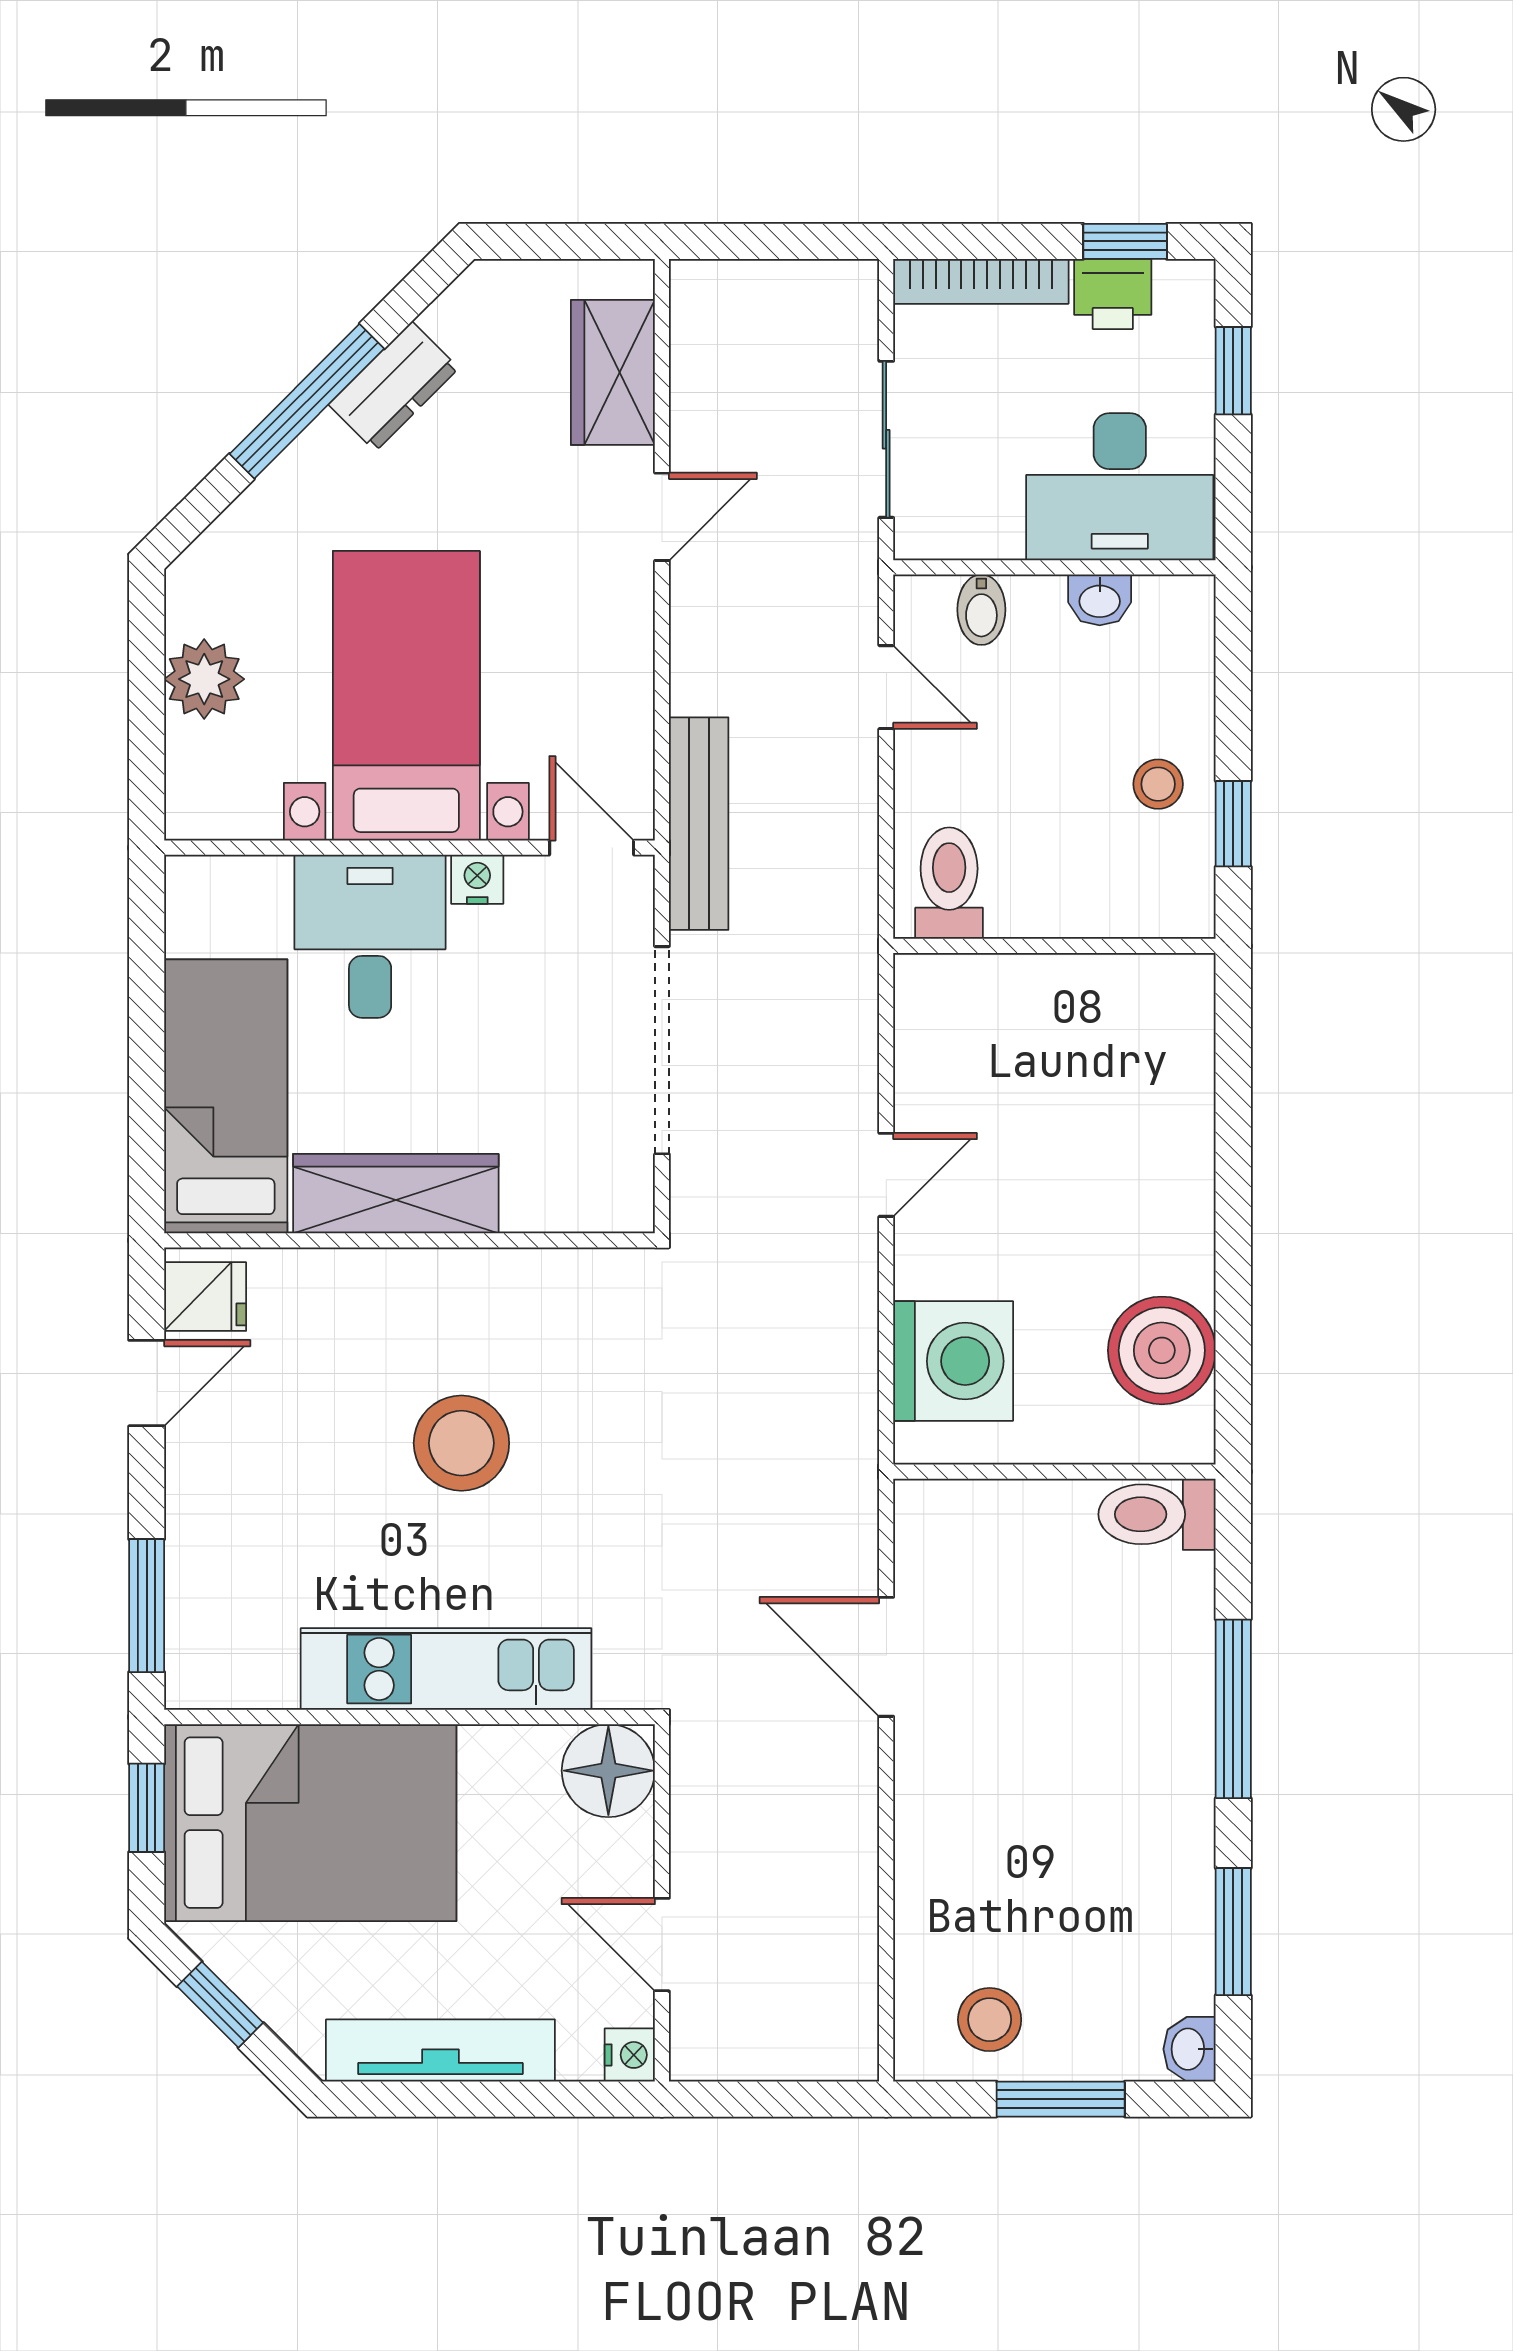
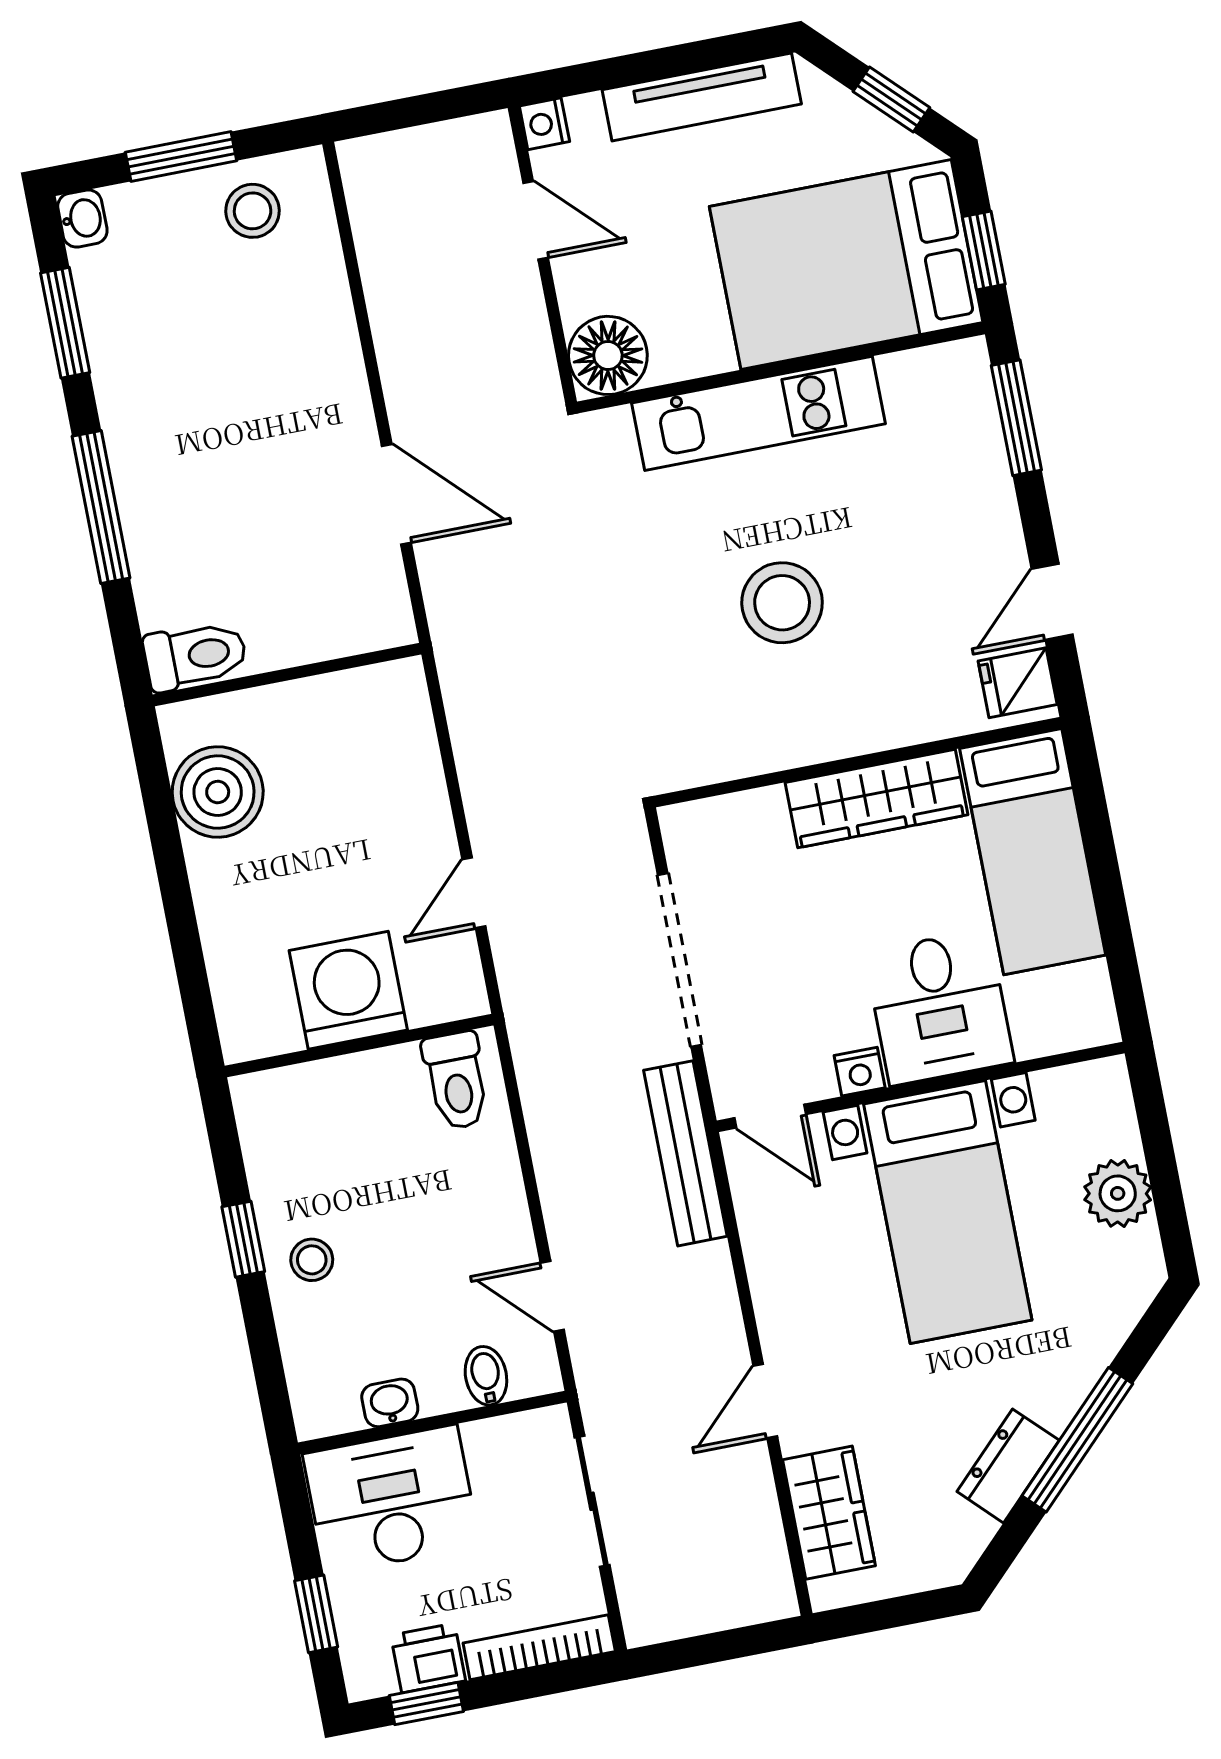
toilet: (949, 883) -> (456, 1081), moved
wall: (1054, 946) -> (359, 1046), moved
washing machine: (953, 1361) -> (348, 990), moved, turned 90

